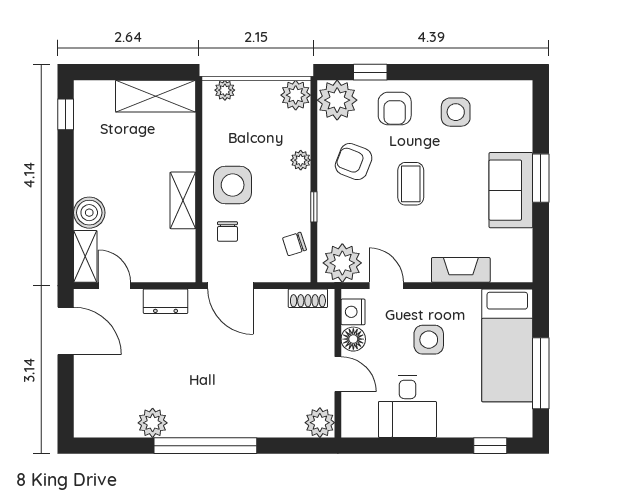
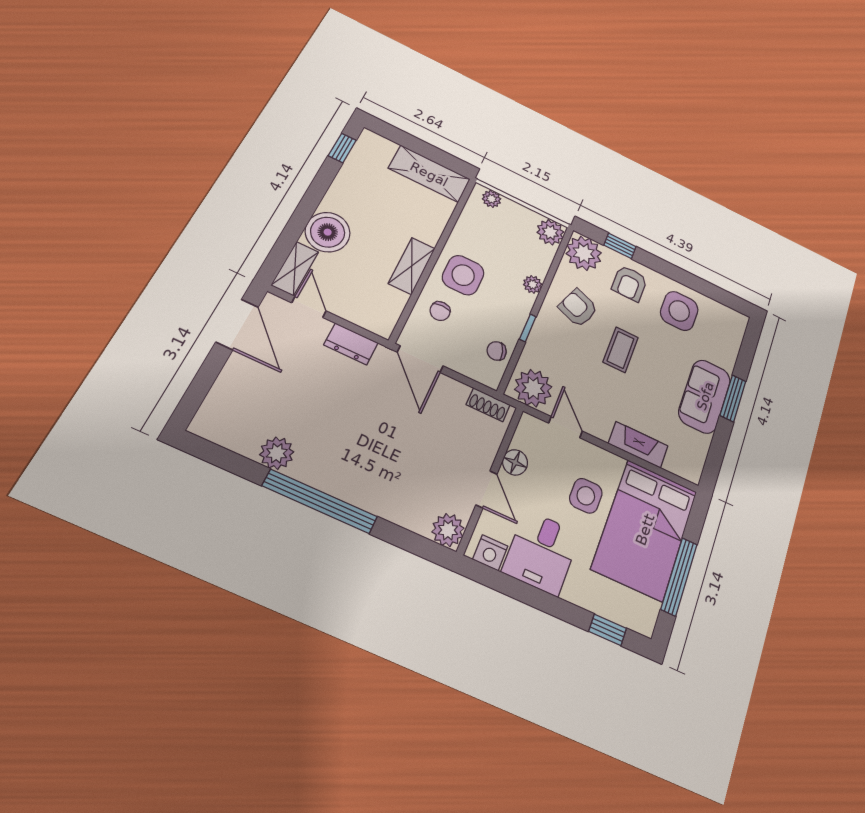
side table: (456, 112) -> (679, 311), width x1.37, depth x1.37
boiler: (89, 213) -> (328, 232), width x1.37, depth x1.37
nightstand: (353, 312) -> (490, 553), moved, turned -90
bed: (507, 345) -> (645, 529), width x1.50

